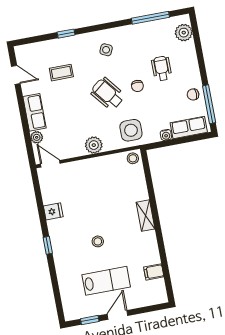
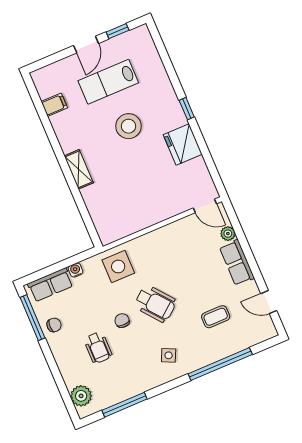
window: (66, 34) -> (220, 364), width x3.17
plant: (94, 145) -> (158, 239), removed
stool: (133, 158) -> (109, 234), removed
fridge: (53, 211) -> (183, 144), width x1.88, depth x1.34
stool: (98, 241) -> (129, 126), width x1.89, depth x1.89

